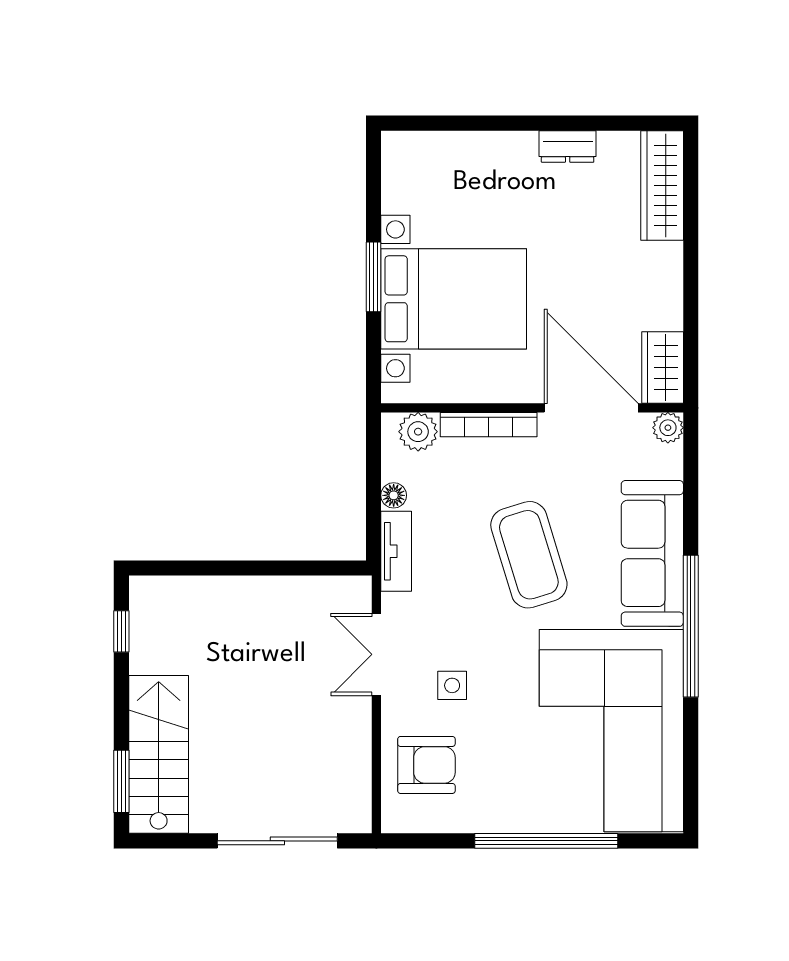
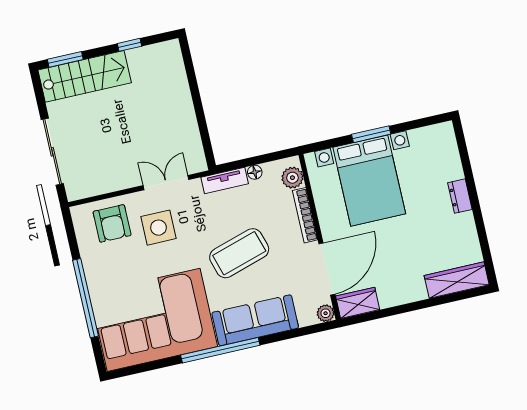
dresser: (568, 147) -> (460, 196), moved
window: (121, 631) -> (130, 45), moved
side table: (452, 685) -> (158, 228), width x1.87, depth x1.87

